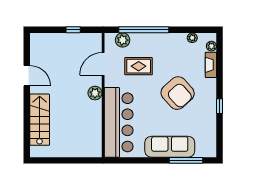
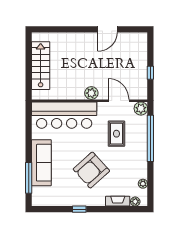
plant: (123, 40) -> (141, 109), moved
stairs: (40, 120) -> (41, 66), moved, turned -90

